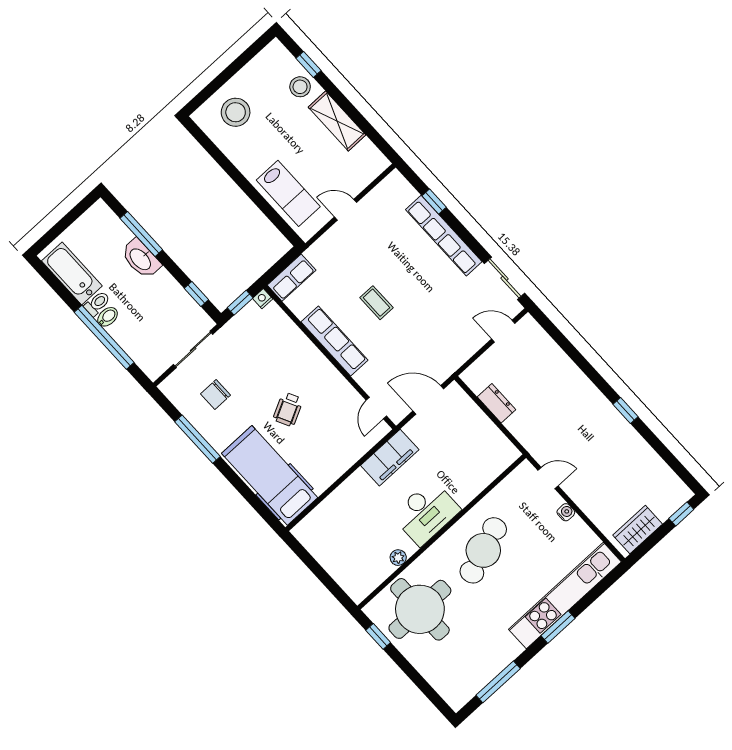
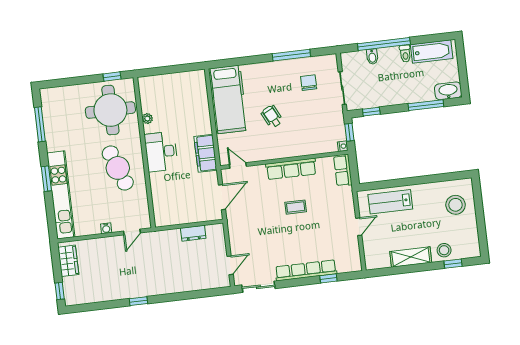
washbasin: (141, 259) -> (448, 91), moved
bidet: (108, 317) -> (372, 57), moved
hospital bed: (270, 475) -> (228, 99), moved, turned 90

